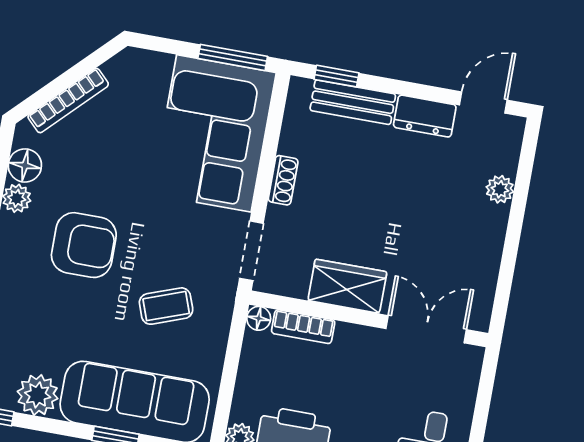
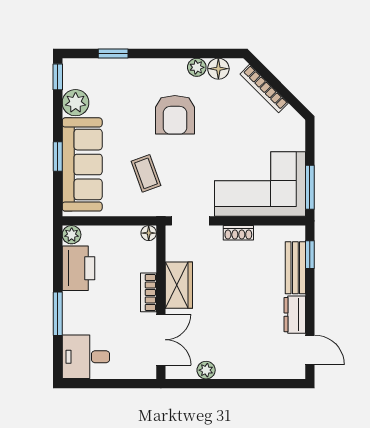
plant: (500, 189) -> (206, 370), moved
bookcase: (303, 327) -> (148, 292), moved

